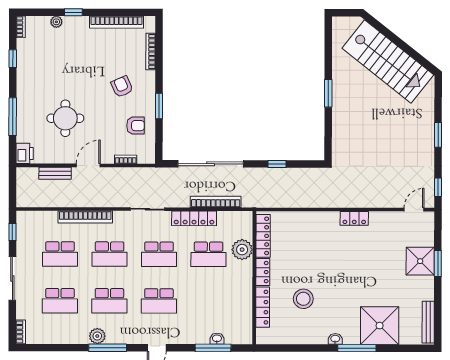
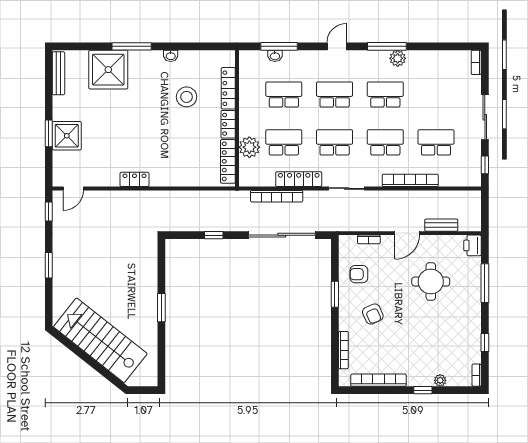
school desk: (60, 301) -> (284, 94), moved
washbasin: (335, 339) -> (171, 56), moved

